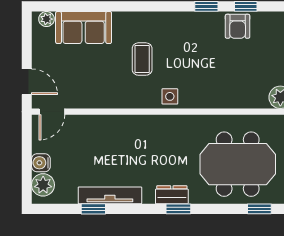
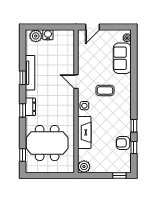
fireplace: (218, 97) -> (84, 132), added
door: (52, 112) -> (76, 82), moved
meeting table: (238, 164) -> (47, 143), turned 90
window: (93, 209) -> (23, 78), moved

